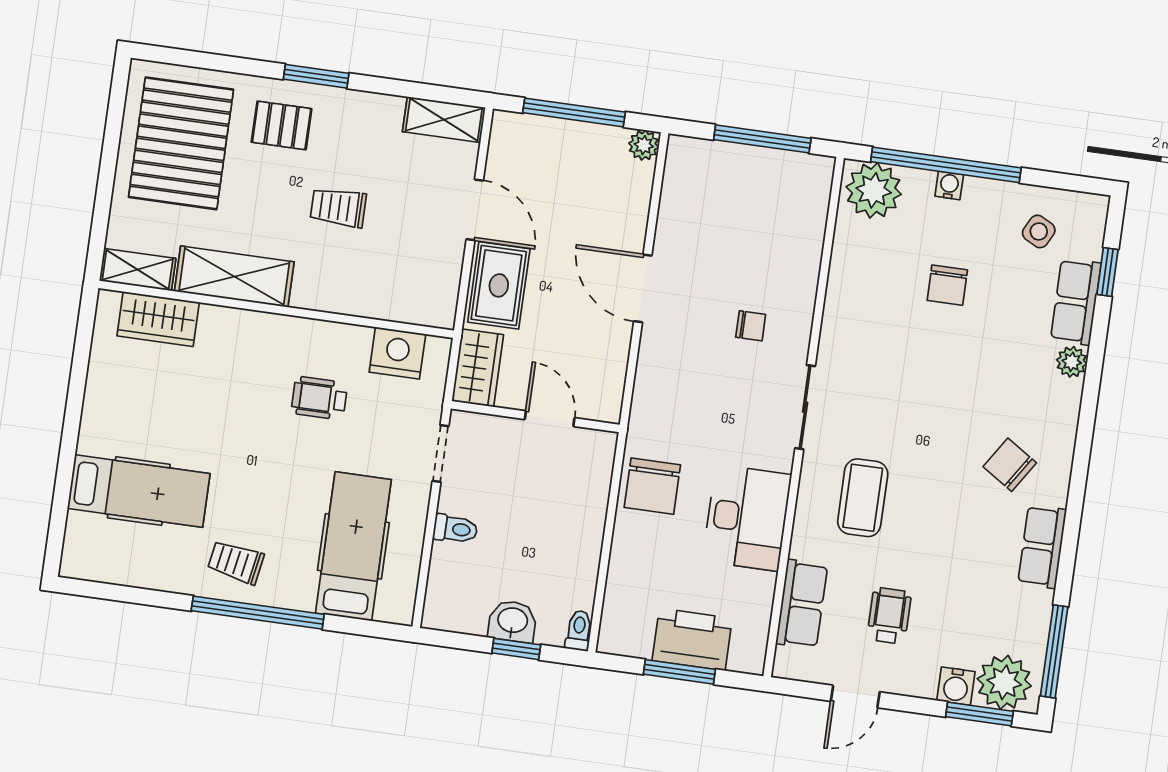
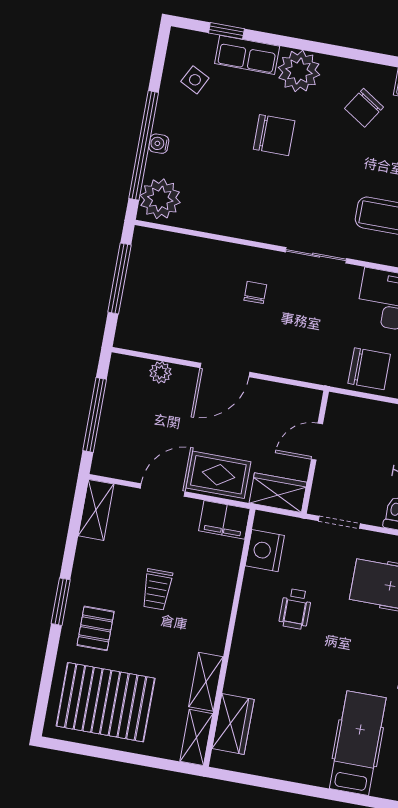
plant: (644, 145) -> (161, 372), moved
shelving: (234, 277) -> (206, 682), width x0.67, depth x0.75
chair: (947, 285) -> (274, 135), moved, width x1.37, depth x1.37
filing cabinet: (437, 296) -> (224, 520), added
plant: (1072, 362) -> (299, 71), width x1.87, depth x1.87

